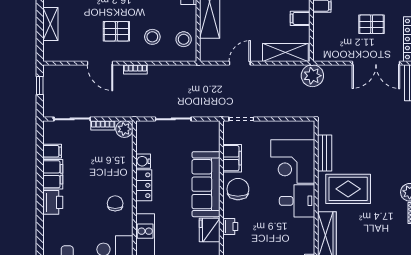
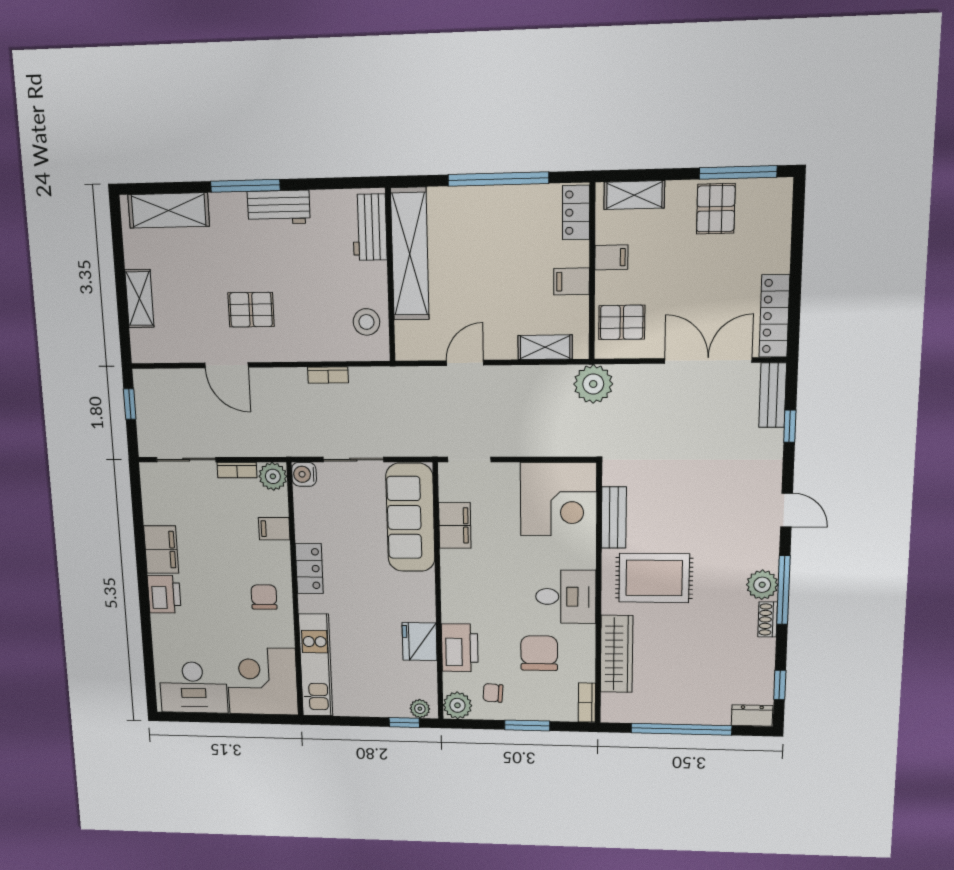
pallet: (372, 24) -> (622, 322), moved
stool: (152, 37) -> (313, 318), removed
shelving: (285, 52) -> (545, 347), width x0.67, depth x0.75
double door: (376, 63) -> (708, 360), swing flipped
bookcase: (135, 69) -> (328, 375), moved
filing cabinet: (52, 151) -> (274, 529), moved, turned 180
water cooler: (143, 161) -> (304, 474), moved
corner desk: (293, 162) -> (558, 499), moved, turned -90
sofa: (206, 184) -> (410, 517), moved
chair: (238, 189) -> (539, 653), moved
printer: (230, 227) -> (460, 648), width x1.87, depth x1.48

